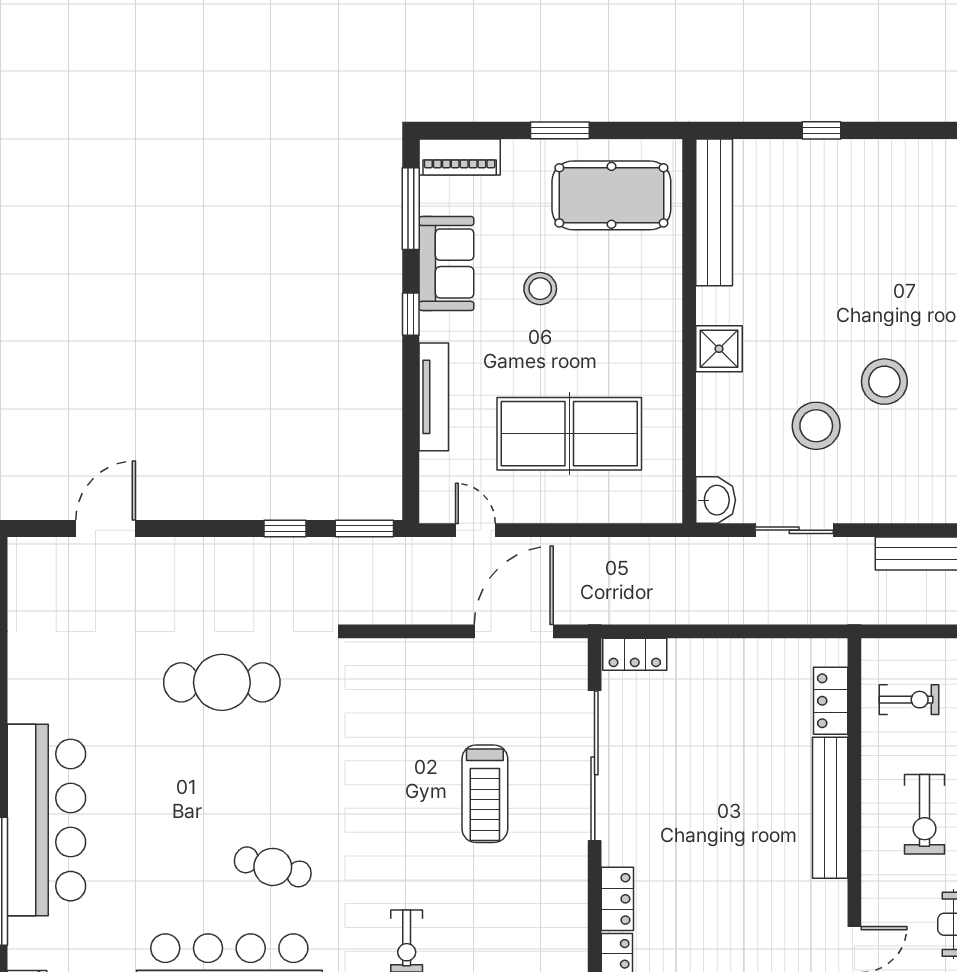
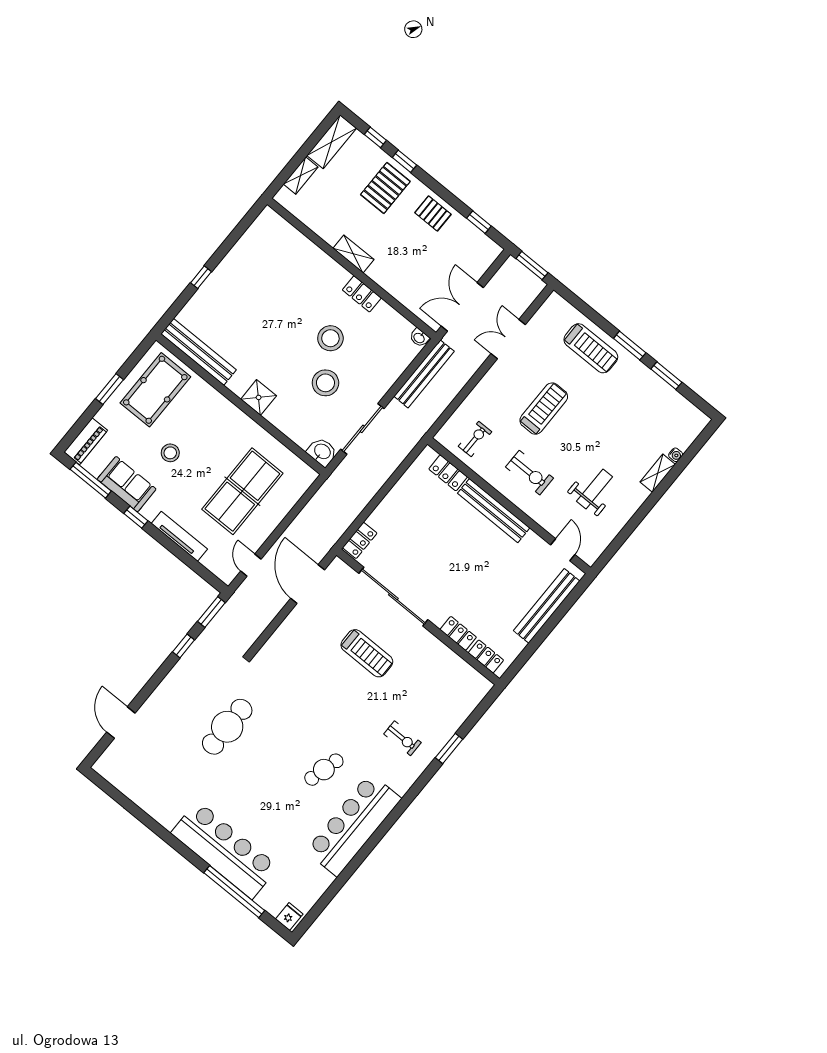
door: (475, 530) -> (251, 565), hinge flipped
sliding door: (794, 530) -> (362, 429), width x1.37

